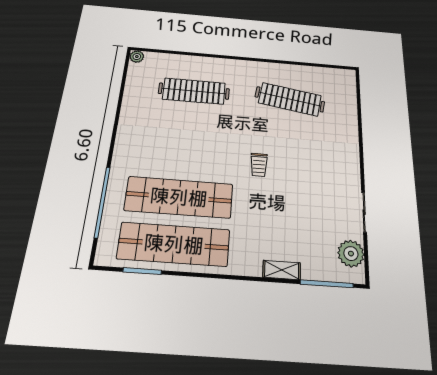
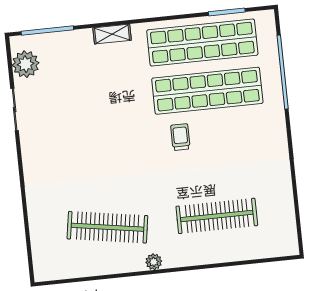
plant: (137, 57) -> (154, 262), moved
trolley: (259, 165) -> (180, 137), moved
shelving: (282, 270) -> (112, 34), moved

